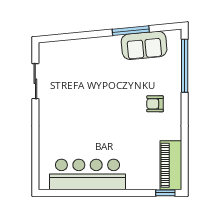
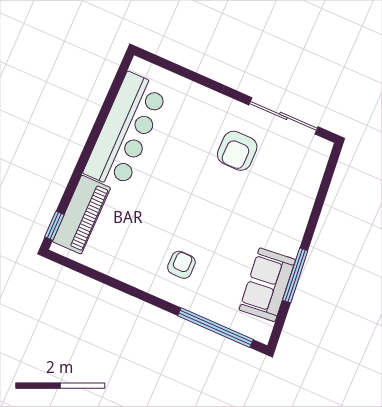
sliding door: (35, 81) -> (283, 116), width x1.37
armchair: (69, 100) -> (237, 151), added
piano: (171, 165) -> (81, 215), moved, turned 90

